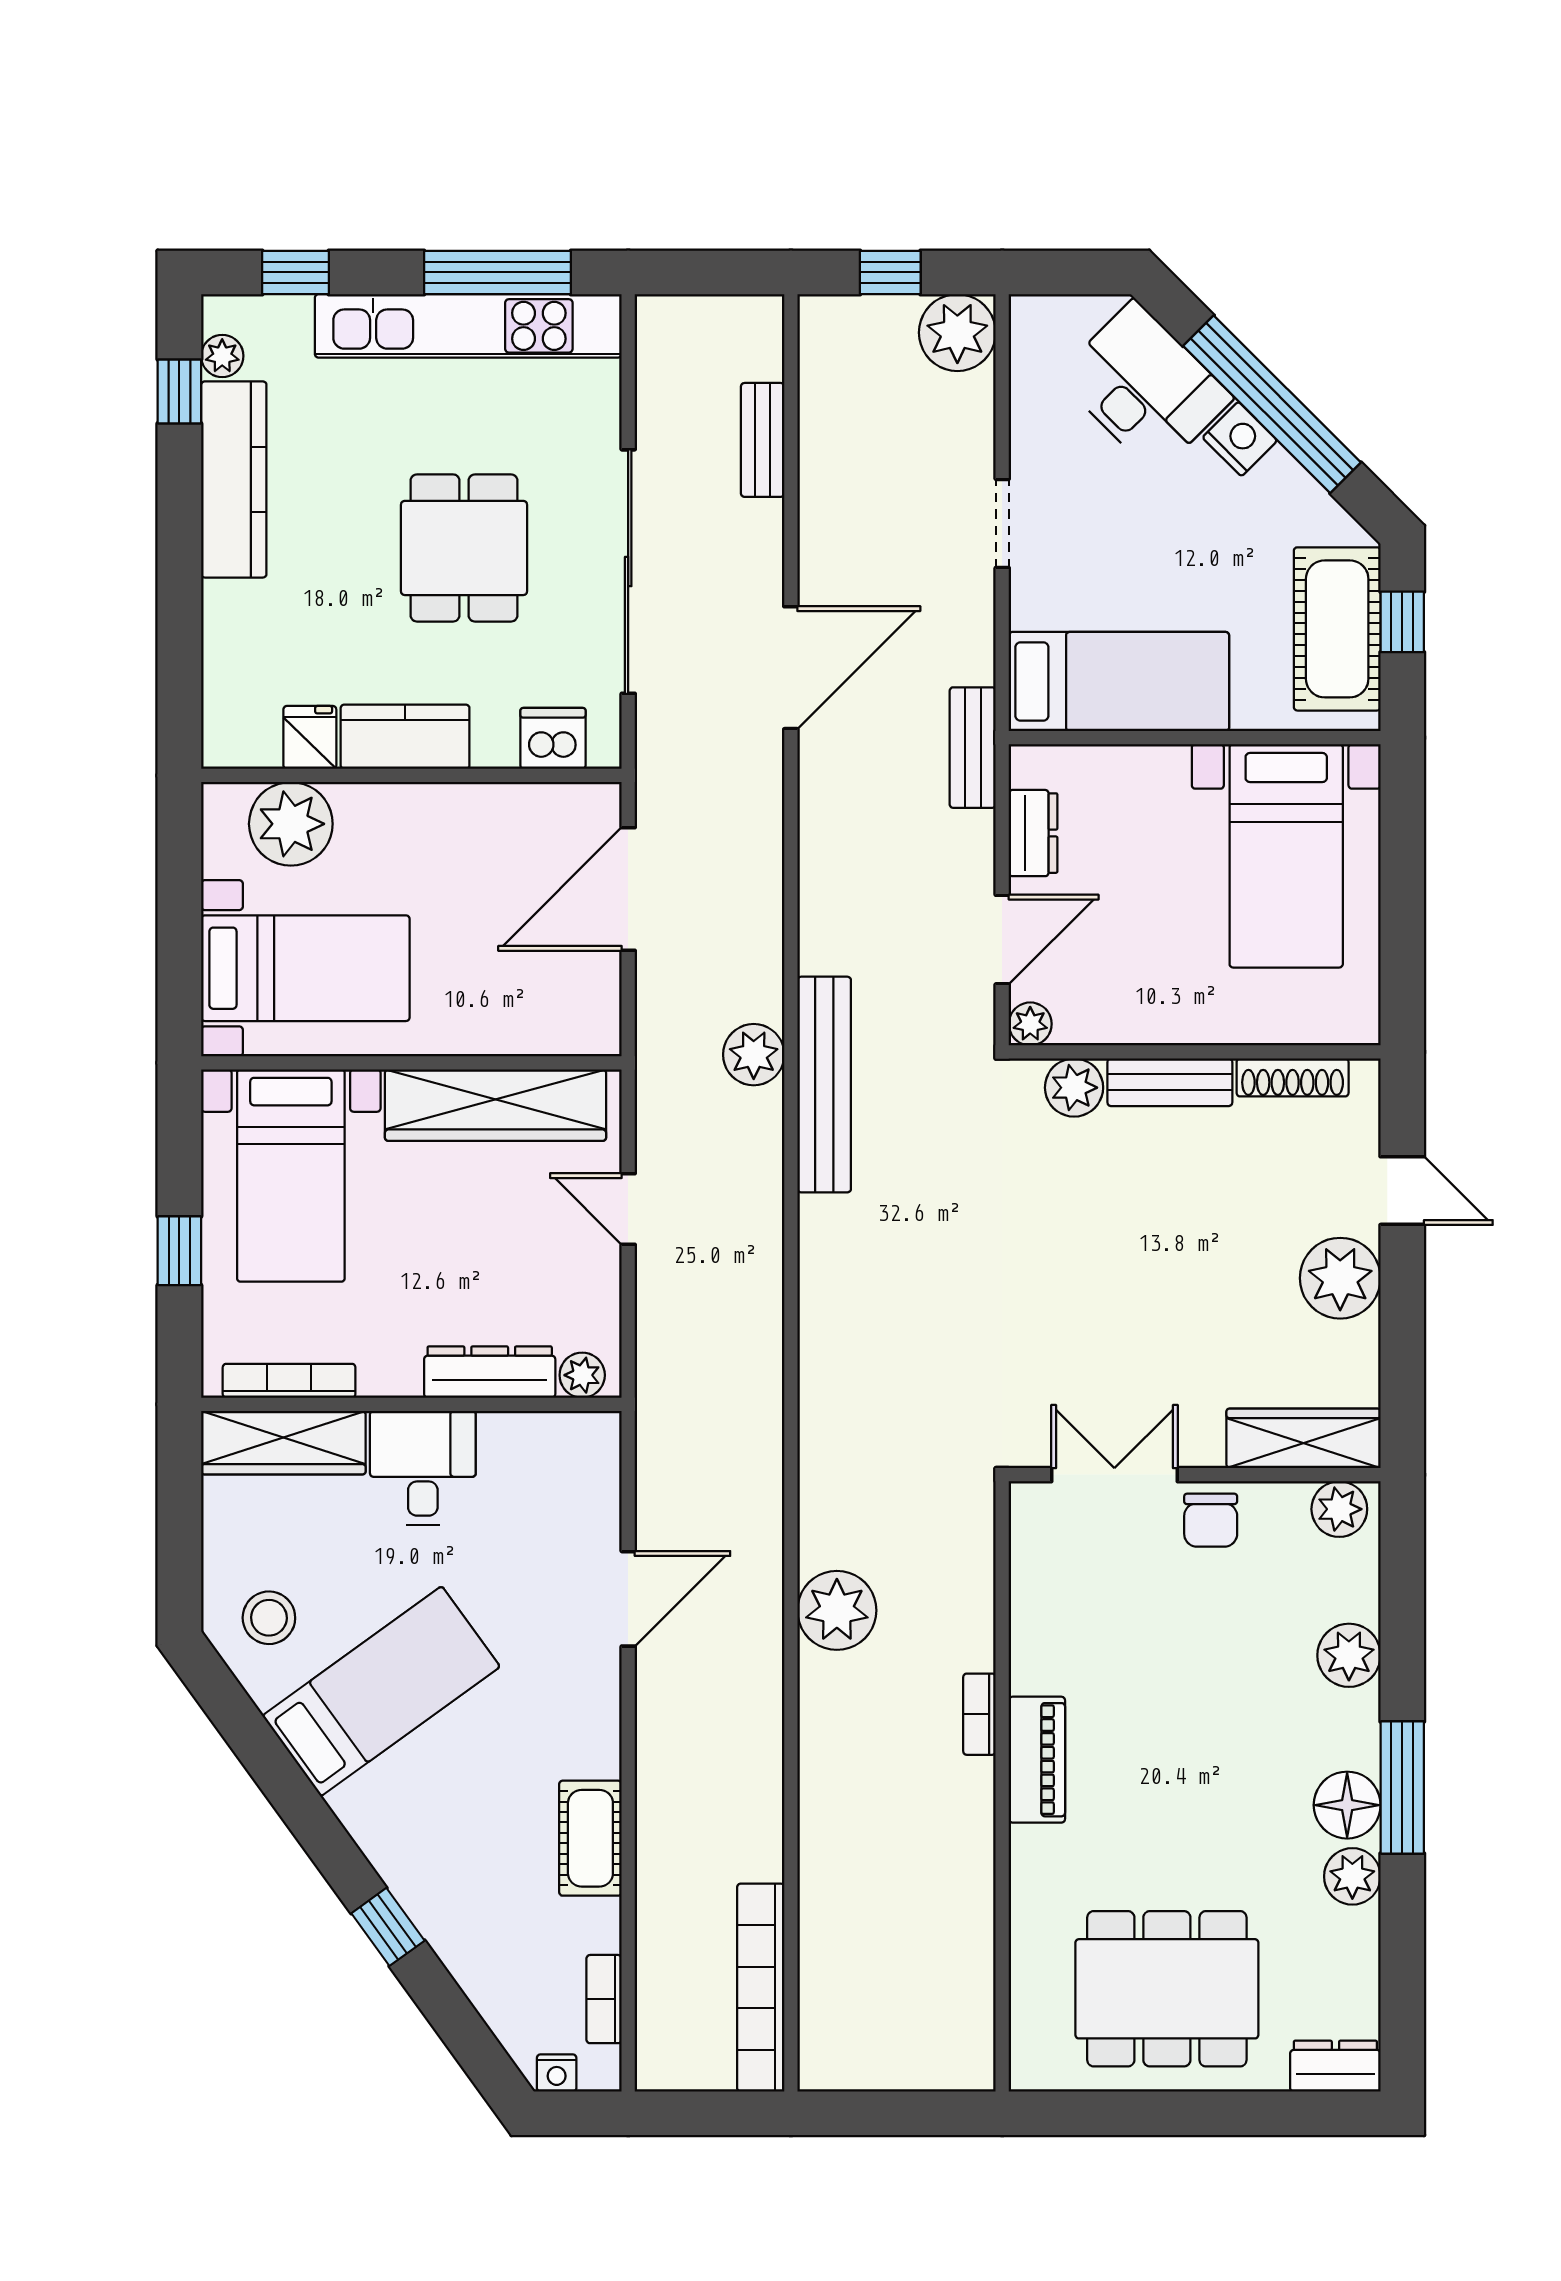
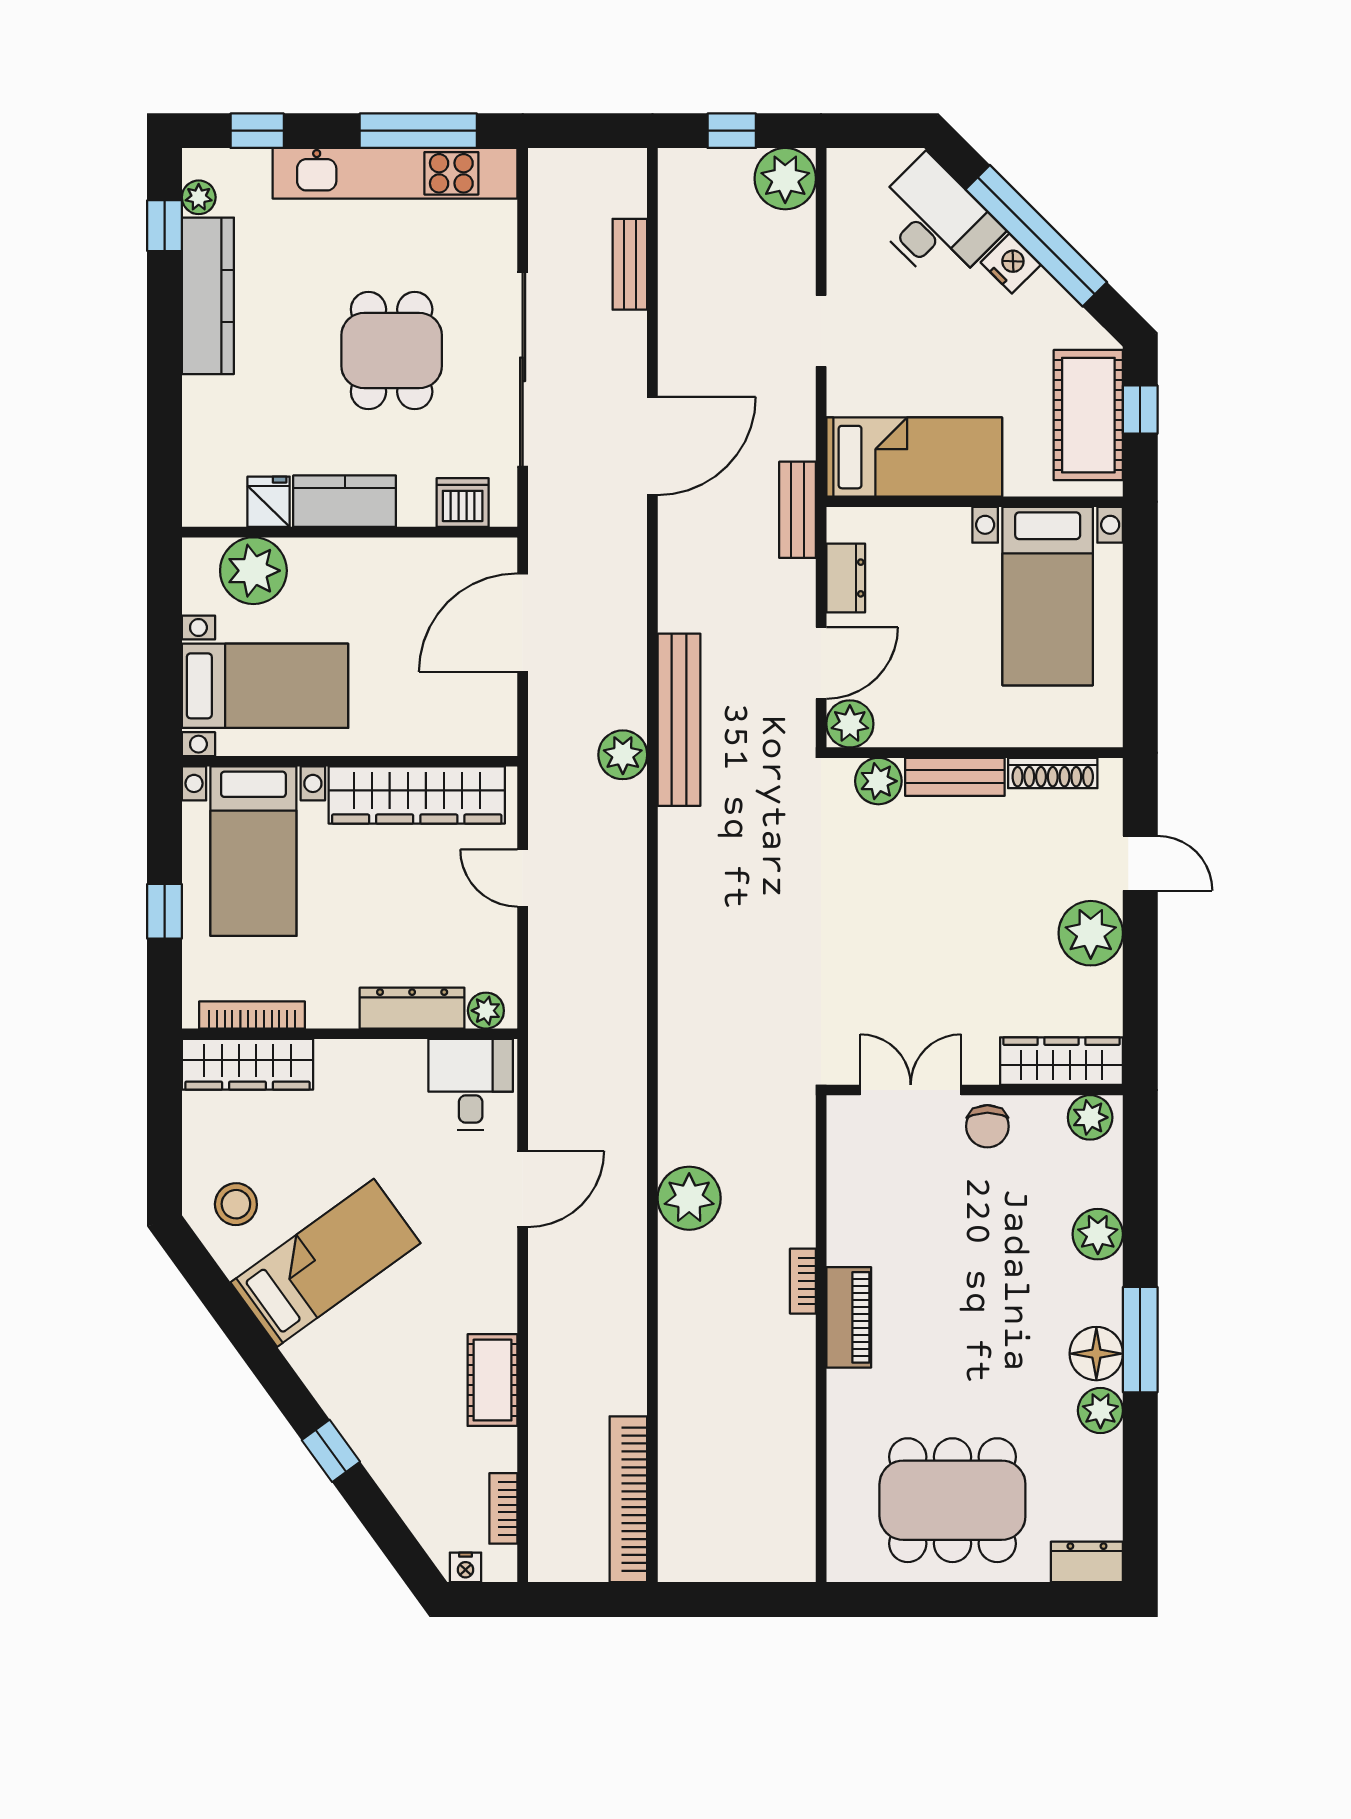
plant: (1030, 1024) -> (850, 724), width x1.38, depth x1.38
bench: (824, 1085) -> (679, 720), moved
desk: (423, 1468) -> (471, 1084), moved

